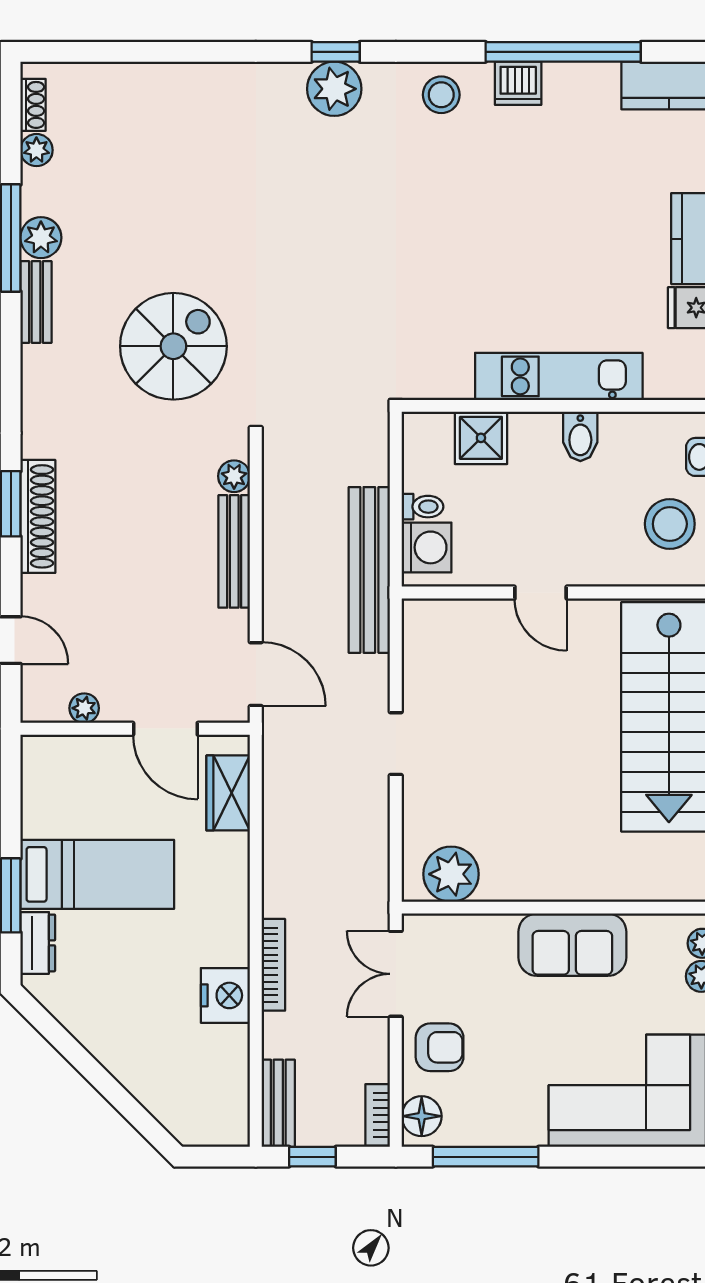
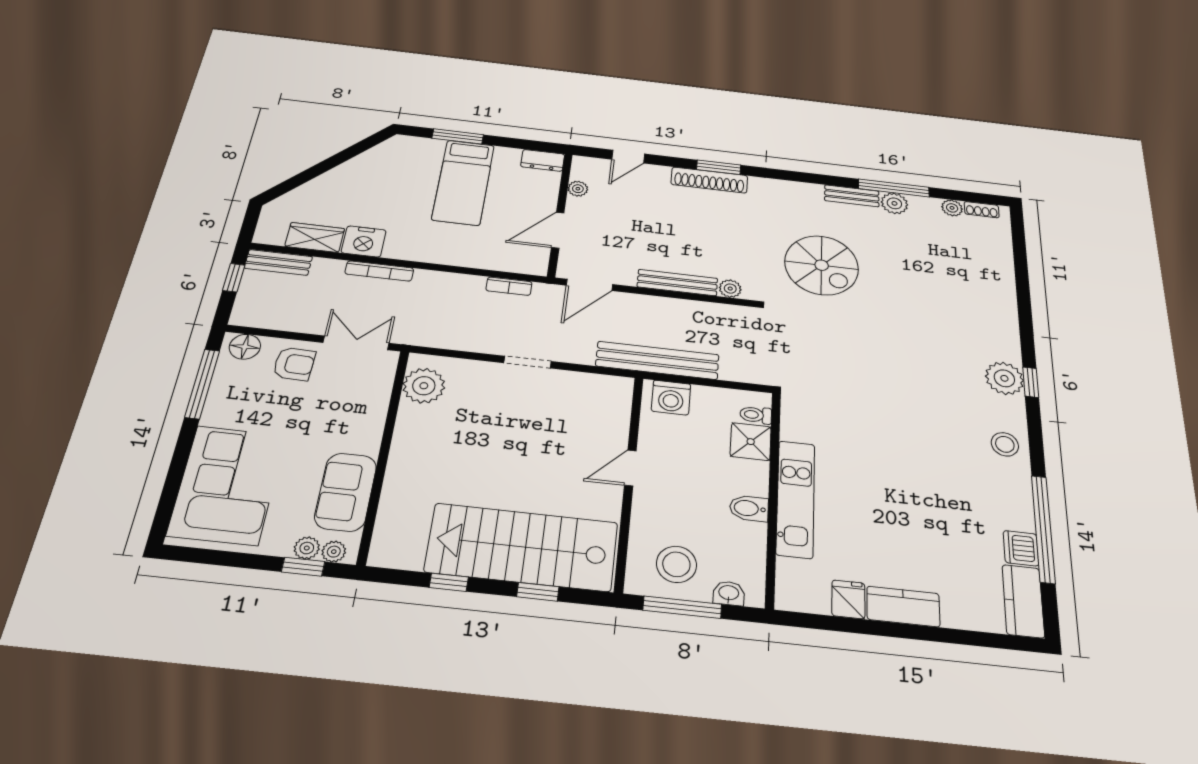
dishwasher: (518, 83) -> (1021, 548), moved
toilet: (423, 507) -> (756, 415), moved, turned 90
wardrobe: (228, 793) -> (315, 237), moved
dresser: (38, 943) -> (543, 160), moved
sofa: (572, 945) -> (346, 492), moved
armchair: (440, 1047) -> (294, 364), turned -88
bookcase: (378, 1115) -> (509, 286), moved, turned 180

